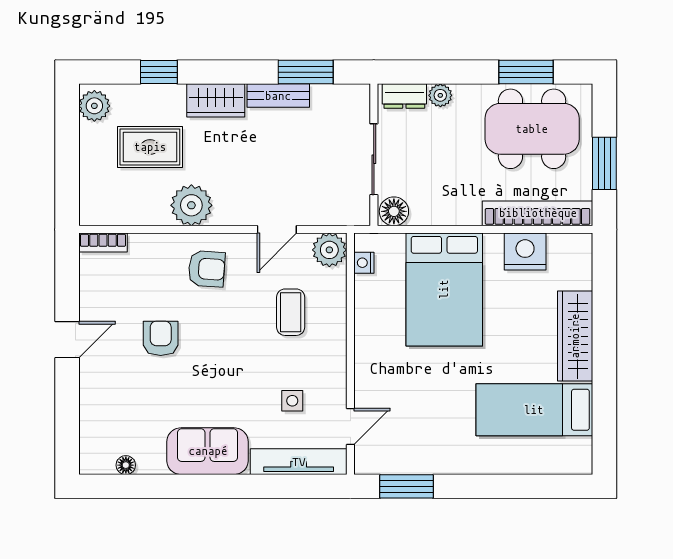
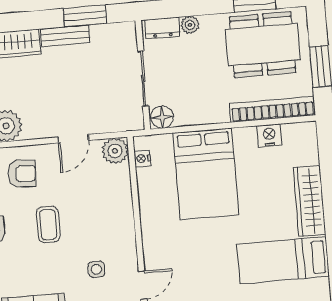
nightstand: (525, 252) -> (269, 135), width x0.74, depth x0.75
coffee table: (291, 312) -> (48, 225), moved

